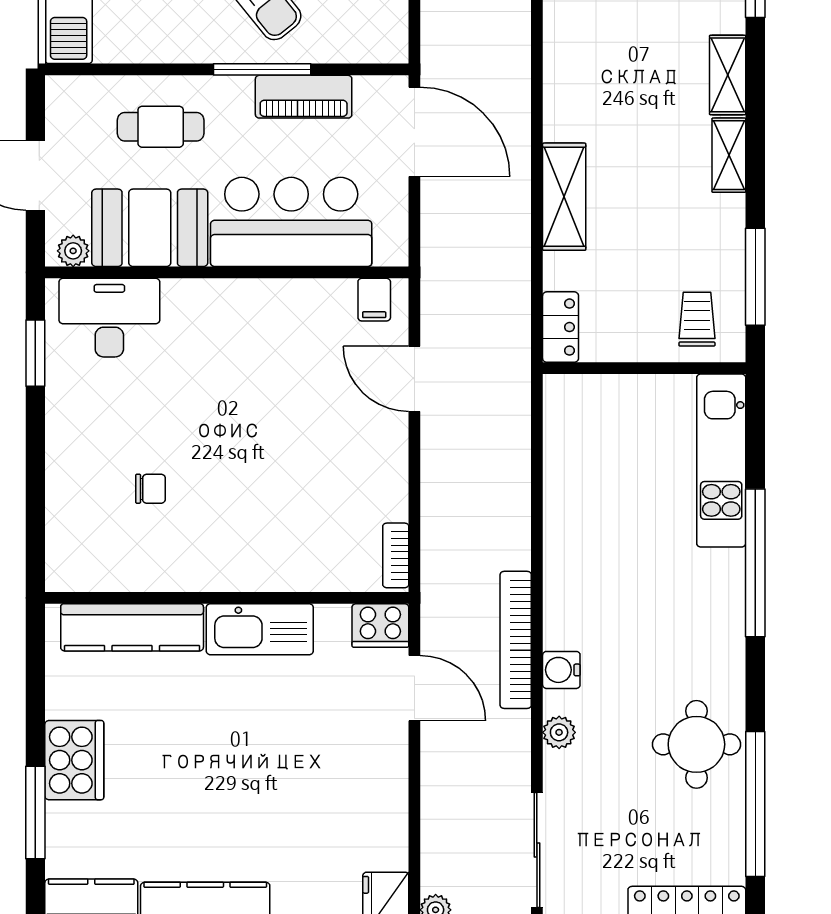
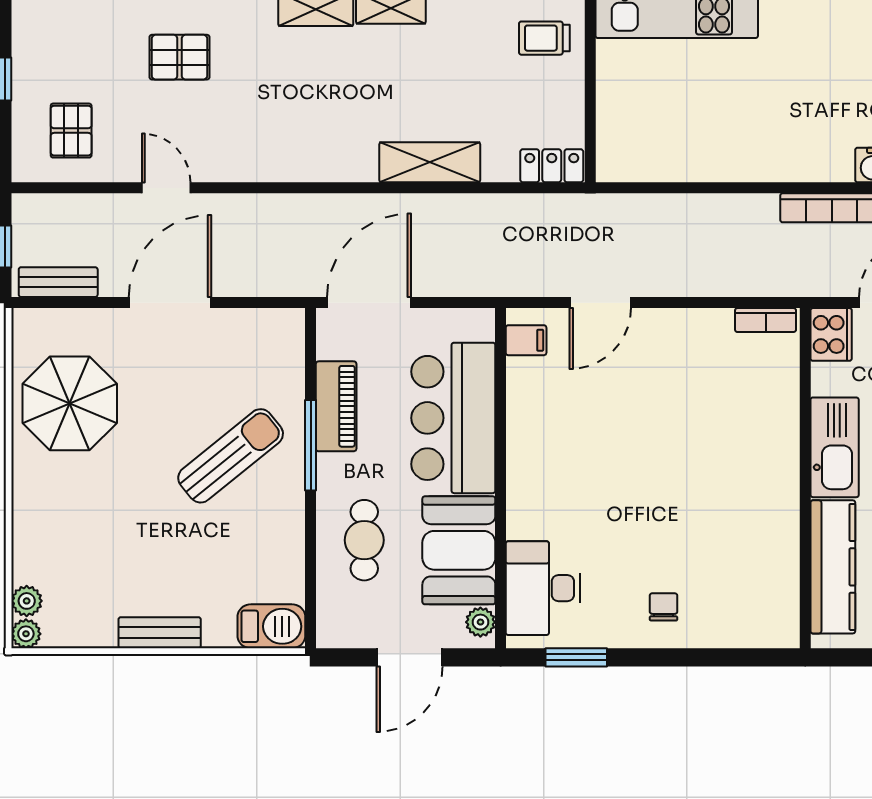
chair: (150, 489) -> (664, 607), moved

